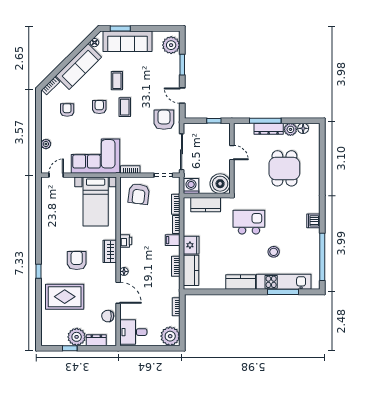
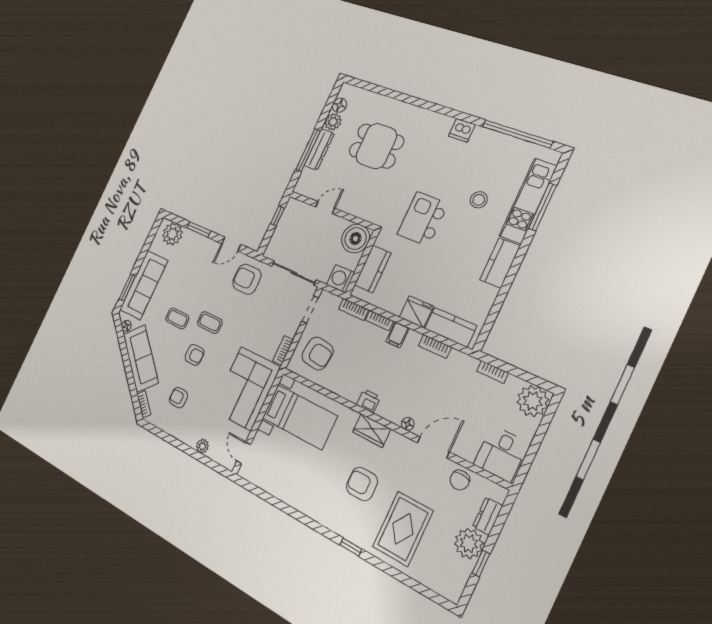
armchair: (99, 107) -> (194, 355), turned 180

